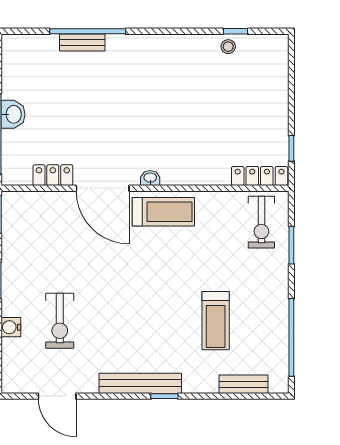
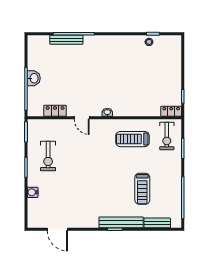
bench: (82, 42) -> (66, 40), width x1.36
locker: (260, 176) -> (171, 111), width x0.66
door: (103, 188) -> (82, 118), width x0.53
treadmill: (163, 212) -> (133, 139), moved, turned 180
exercise bike: (60, 321) -> (48, 156), moved
bench: (140, 383) -> (121, 222), moved

